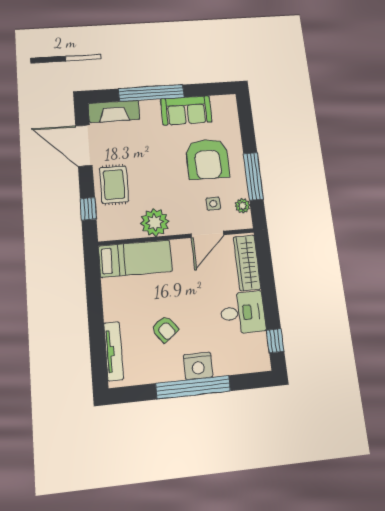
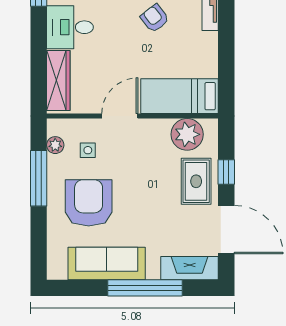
sofa: (186, 110) -> (107, 264), width x1.36
window: (88, 209) -> (226, 172), moved
plant: (155, 222) -> (187, 134), moved
door: (207, 234) -> (120, 116), moved

